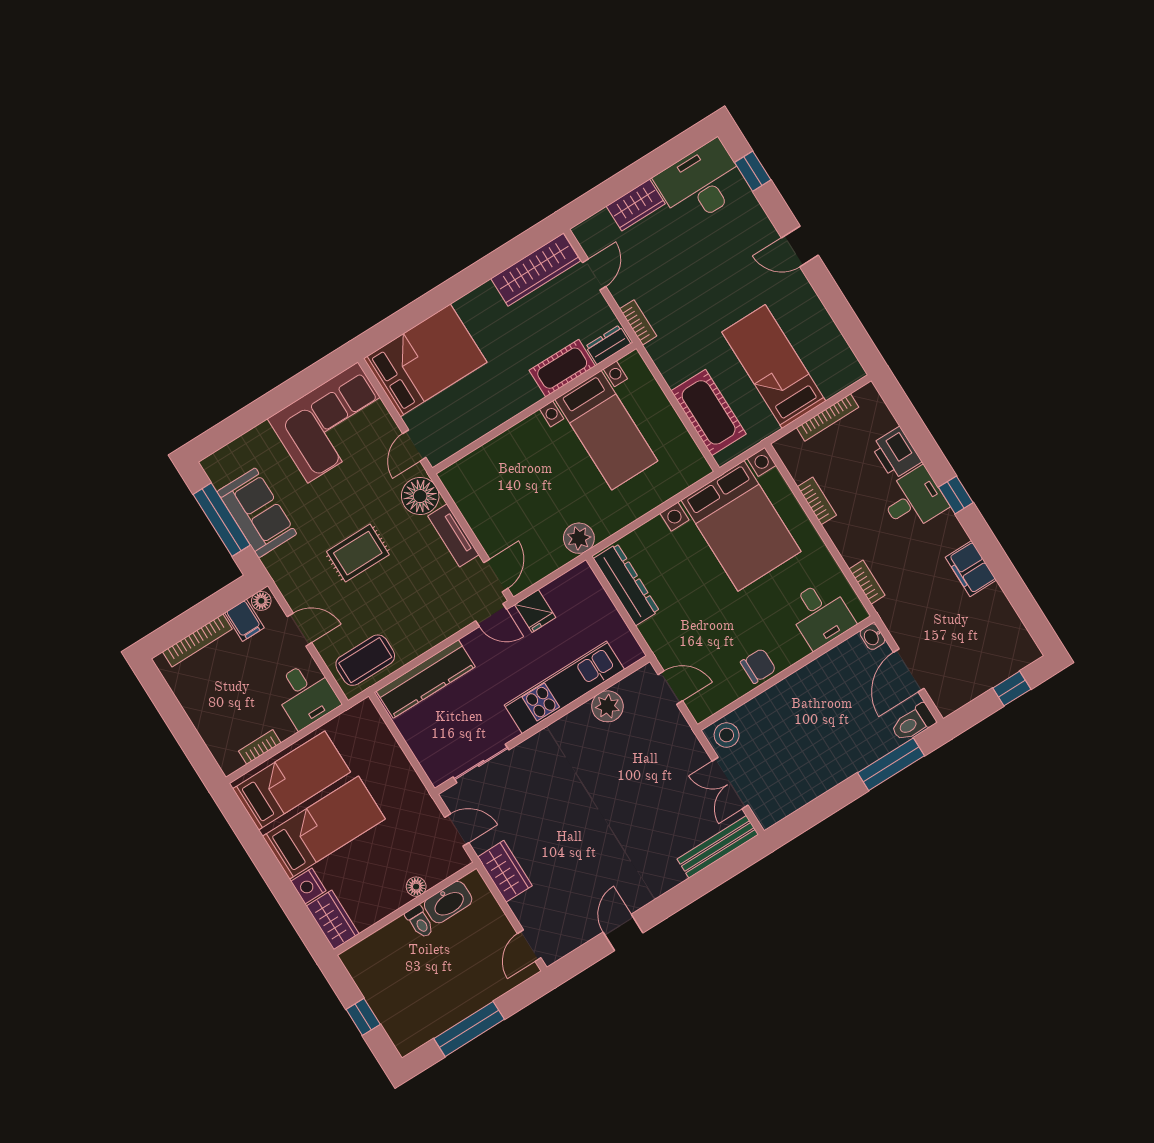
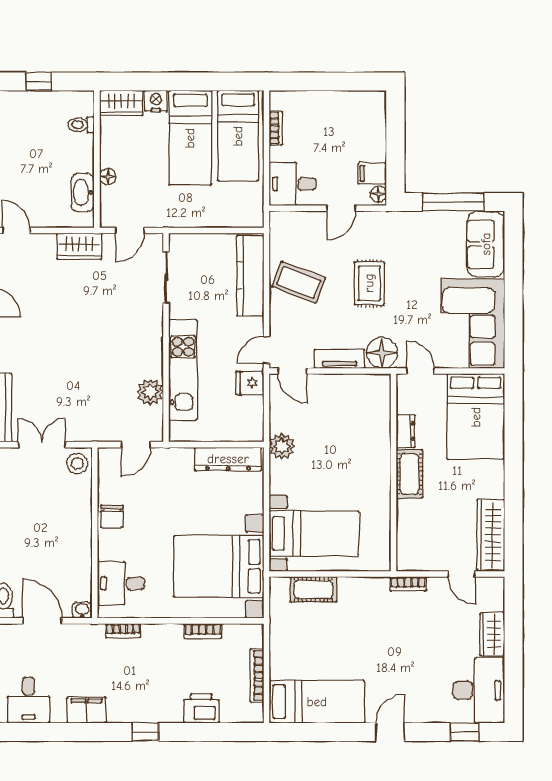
dresser: (608, 345) -> (406, 431), moved
bed: (774, 367) -> (317, 702), moved
cot: (562, 368) -> (410, 474), moved
cot: (709, 412) -> (313, 589), width x0.73, depth x0.75
bed with nightstands: (606, 430) -> (314, 533), moved, turned 180
desk: (914, 500) -> (29, 700), moved
sofa: (257, 513) -> (486, 244), moved, turned 90
bookcase: (197, 640) -> (379, 131), removed
coffee table: (365, 660) -> (299, 282), moved, turned -69
toilet: (420, 922) -> (81, 125), moved

